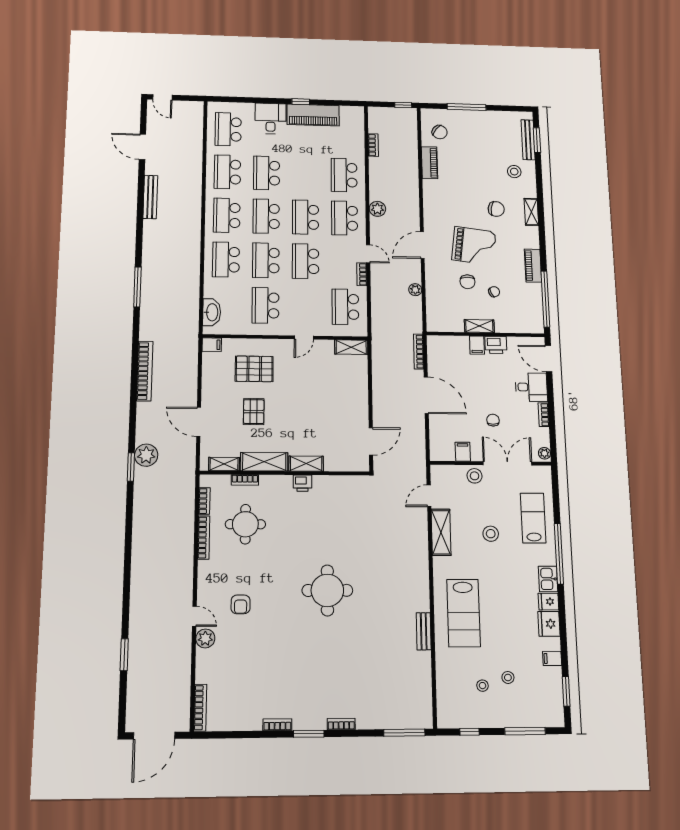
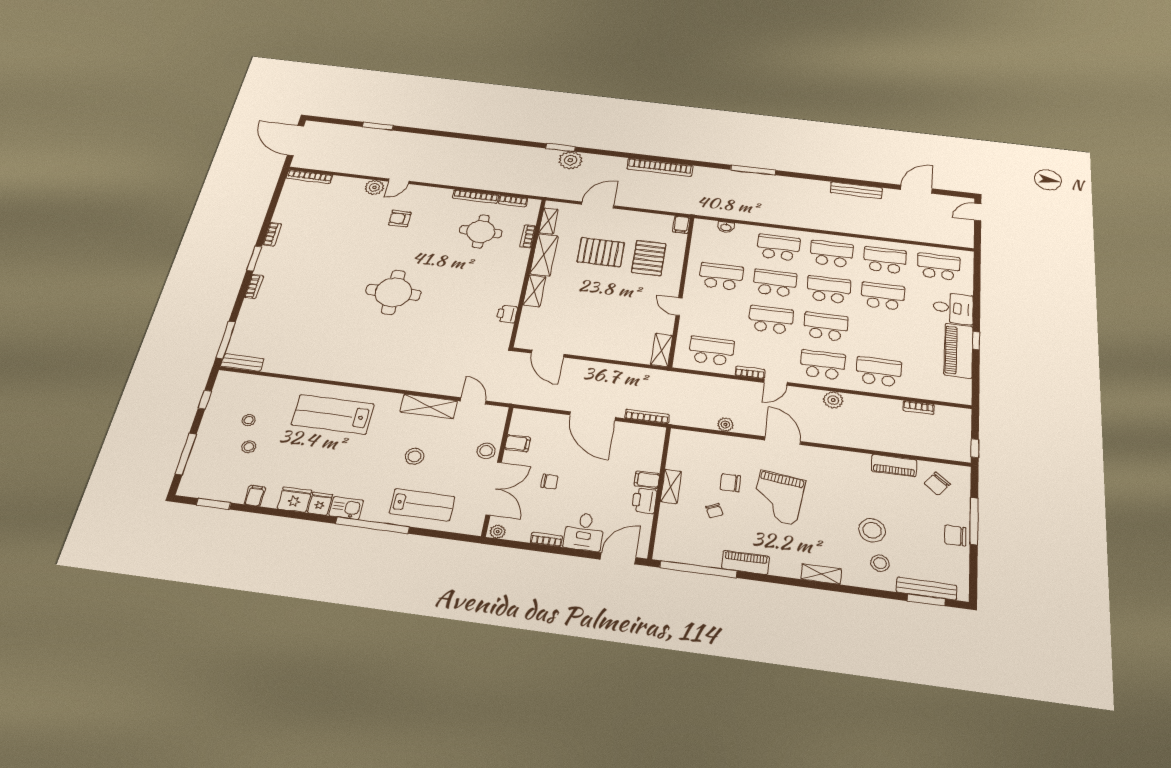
stool: (488, 177) -> (872, 530), added
chair: (496, 209) -> (955, 535), moved, turned 81
washbasin: (212, 312) -> (726, 227), width x0.52, depth x0.69
door: (426, 395) -> (592, 416), hinge flipped
pallet: (254, 412) -> (601, 252), width x1.50, depth x1.42
printer: (302, 483) -> (507, 314), moved
bench: (424, 631) -> (242, 362), moved

